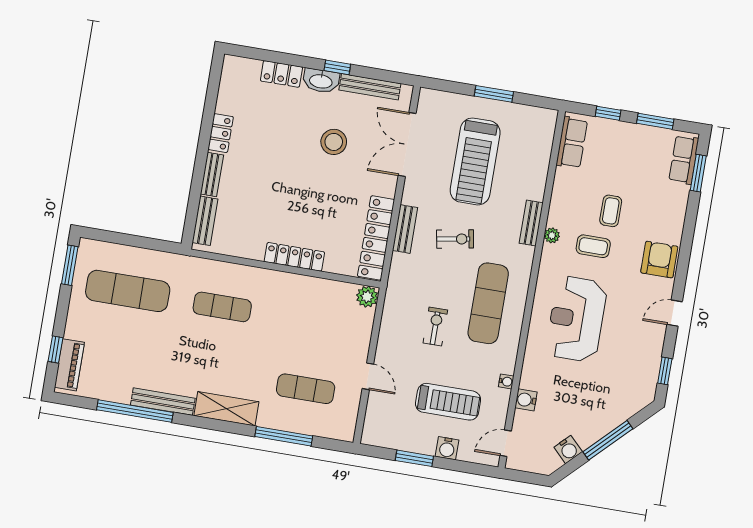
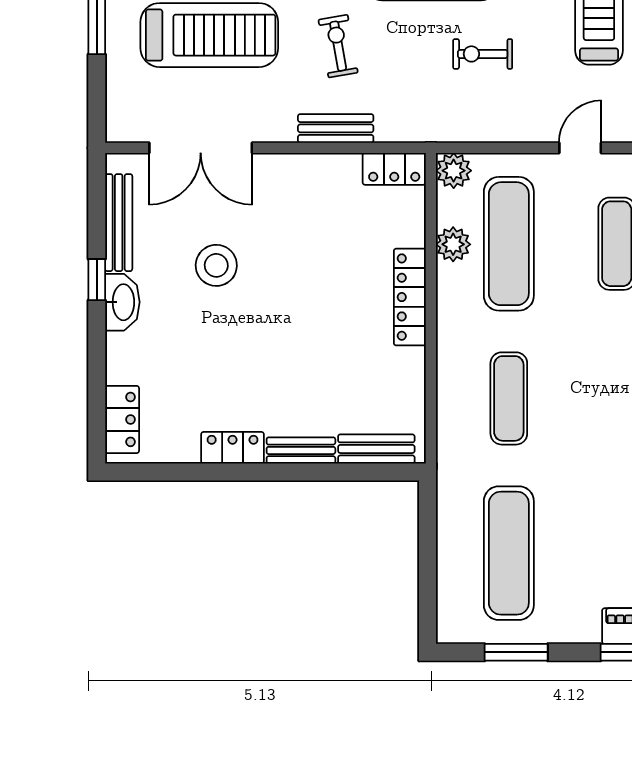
locker: (281, 74) -> (122, 419), moved
locker: (376, 238) -> (394, 169), width x0.46, depth x0.83
window: (70, 265) -> (516, 652), moved
plant: (322, 289) -> (453, 244), added
exercise mat: (317, 323) -> (509, 244), added

